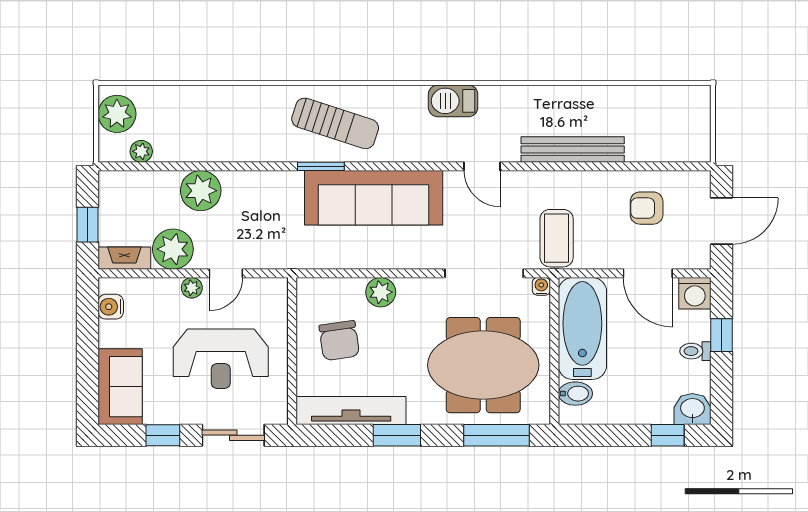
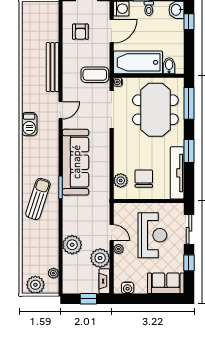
sun lounger: (335, 123) -> (38, 199), moved
plant: (381, 292) -> (121, 181), moved
chair: (339, 341) -> (144, 179), turned -82

